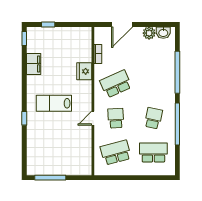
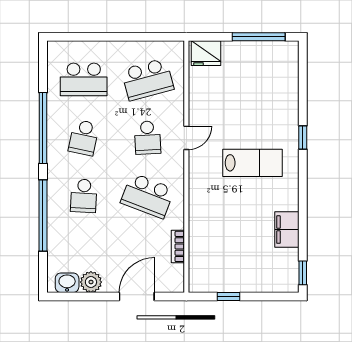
window: (48, 24) -> (228, 297), moved
fridge: (84, 71) -> (206, 53), moved, turned 90
school desk: (116, 84) -> (148, 196), turned 45
school desk: (153, 84) -> (84, 196), added

